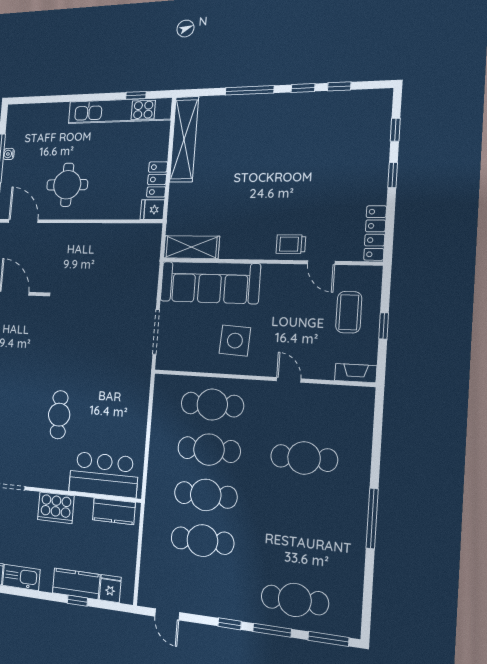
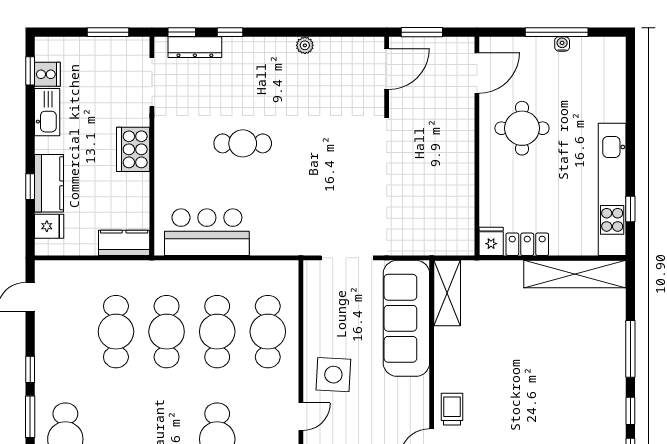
side table: (235, 341) -> (333, 375), moved
bar counter: (104, 474) -> (207, 232), moved, turned -90
kitchen counter: (114, 511) -> (124, 243), moved, turned 90

